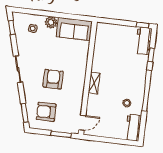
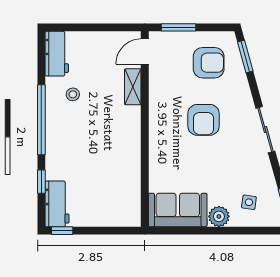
shelving: (94, 83) -> (133, 87), moved

